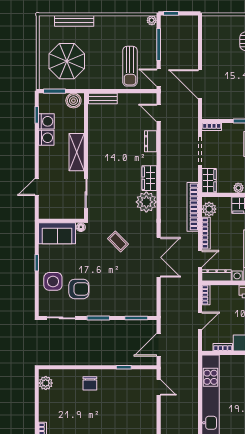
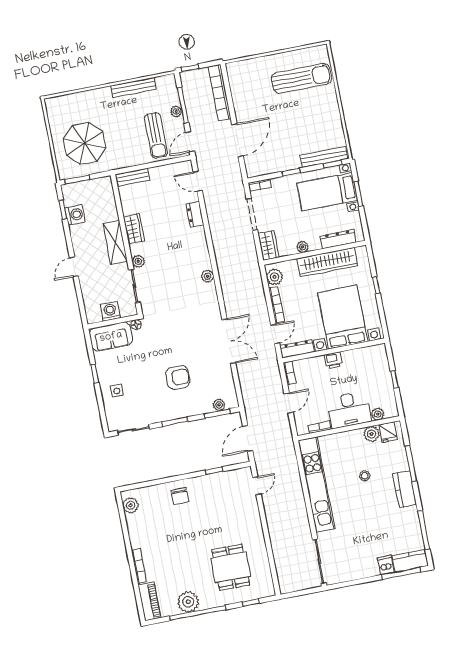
plant: (152, 20) -> (176, 111), moved
bench: (74, 21) -> (134, 87), moved
door: (159, 78) -> (190, 142), hinge flipped
door: (200, 84) -> (238, 140), swing flipped
boiler: (73, 101) -> (101, 186), removed
washing machine: (46, 138) -> (110, 311), moved, turned -90
plant: (93, 173) -> (138, 261), added
wardrobe: (149, 178) -> (134, 229), moved, turned 180
door: (37, 187) -> (74, 267), moved
plant: (146, 202) -> (208, 276), width x0.53, depth x0.53
bookcase: (193, 207) -> (220, 93), moved
coffee table: (118, 241) -> (180, 332), removed
side table: (53, 281) -> (117, 391), width x0.54, depth x0.54
armchair: (79, 289) -> (178, 377), moved
plant: (139, 311) -> (219, 405), added
door: (159, 387) -> (257, 486), hinge flipped

